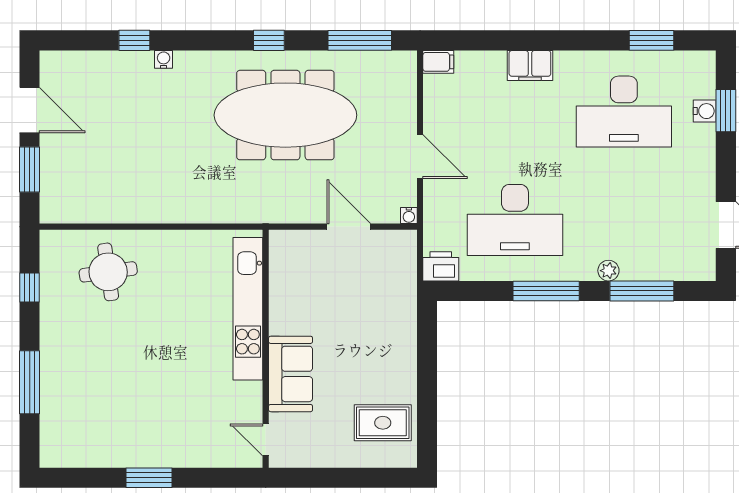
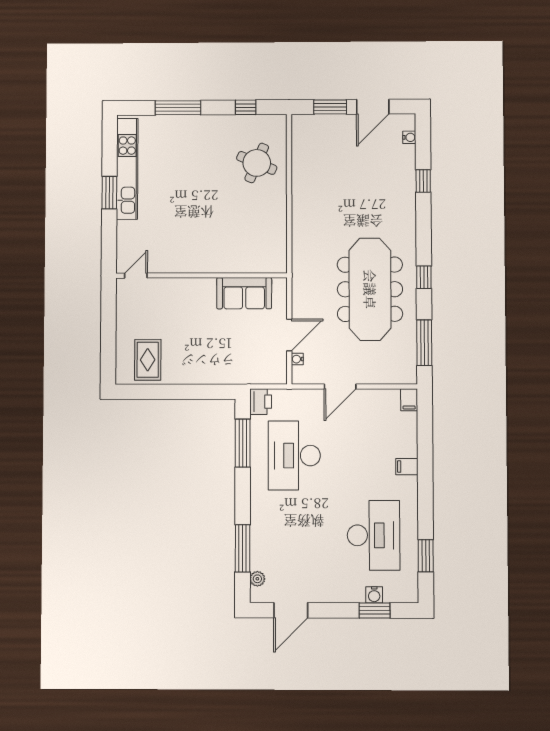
water cooler: (164, 59) -> (409, 137), moved
filing cabinet: (530, 65) -> (407, 467), width x0.50
desk: (624, 112) -> (374, 535), turned 180
water cooler: (409, 216) -> (297, 359), moved
plant: (608, 271) -> (257, 579), moved
round table: (108, 272) -> (257, 163), turned 31
window: (546, 291) -> (243, 443), moved
kitchen unit: (248, 309) -> (127, 169), moved, turned 90
sofa: (291, 374) -> (244, 293), moved

